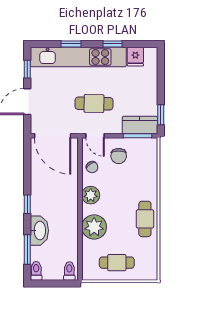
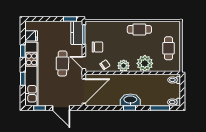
door: (95, 136) -> (84, 63), swing flipped
washbasin: (39, 231) -> (130, 100), moved

